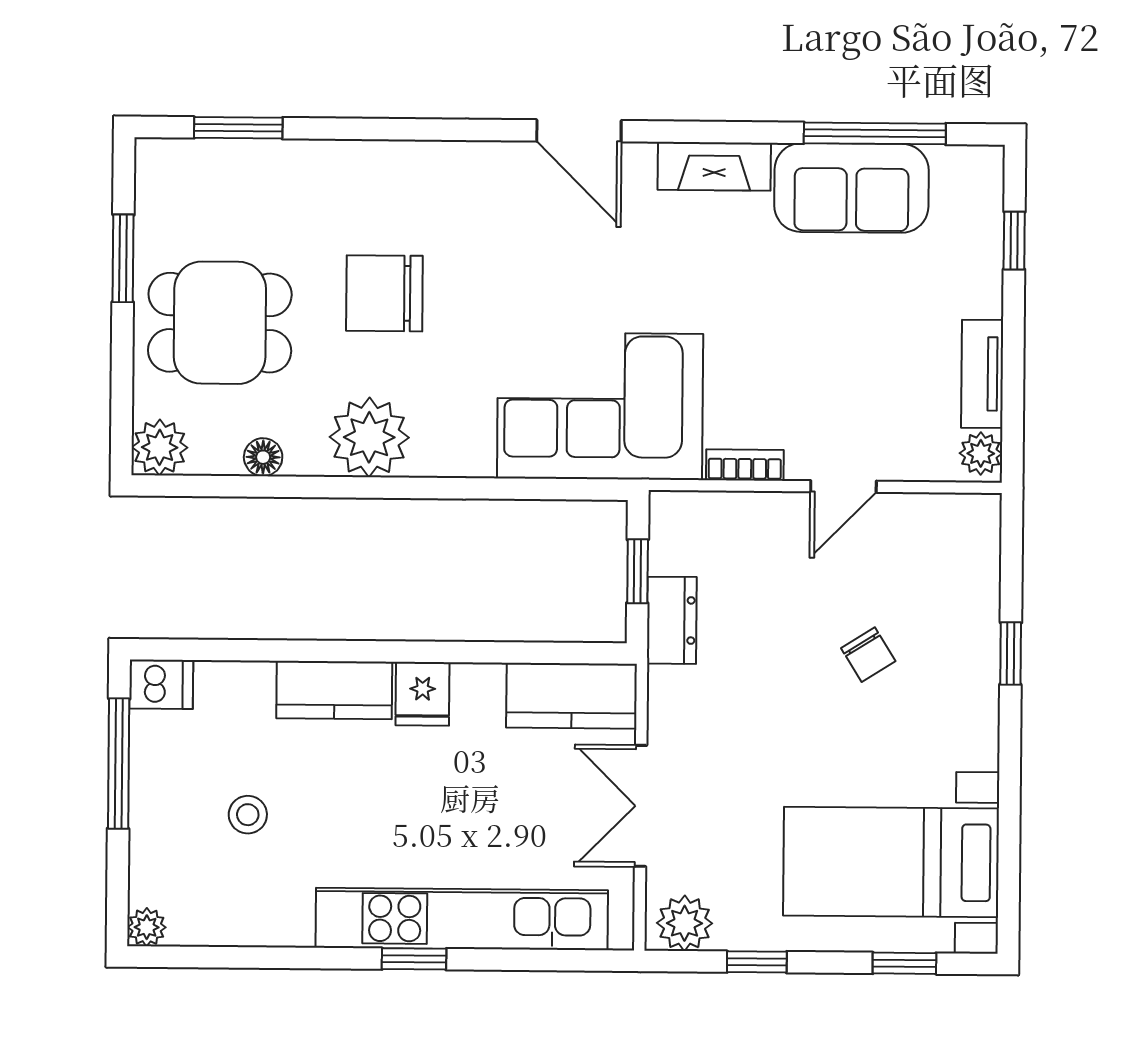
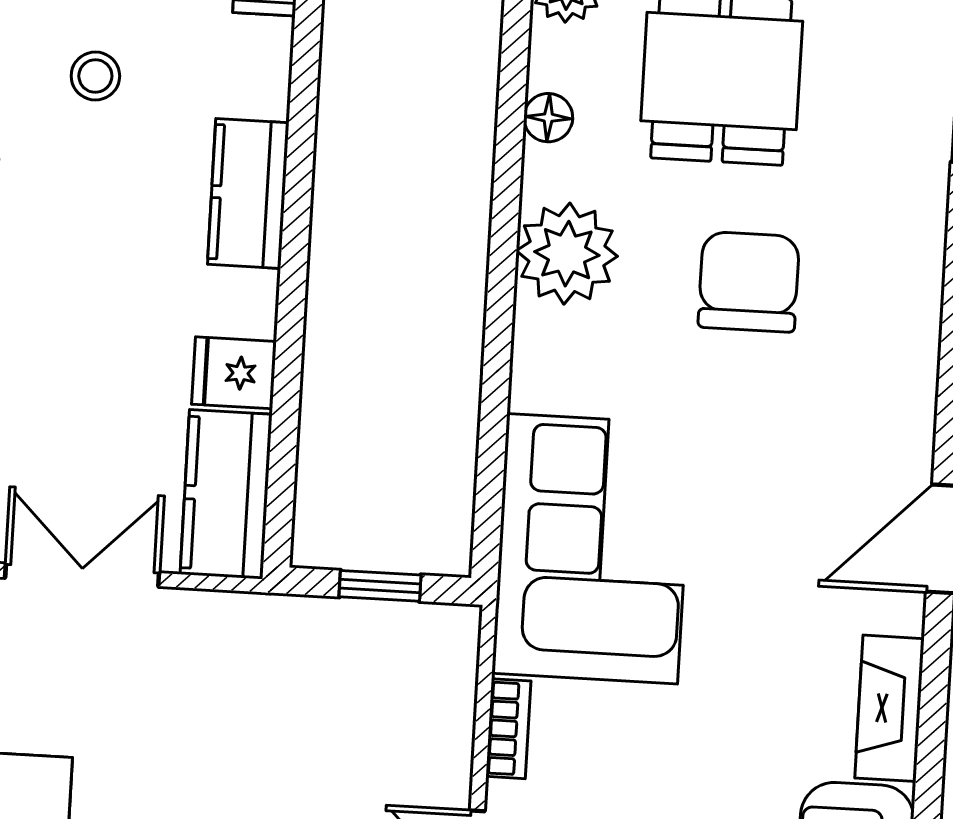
dresser: (672, 620) -> (316, 626), removed
fridge: (423, 694) -> (234, 373), moved

